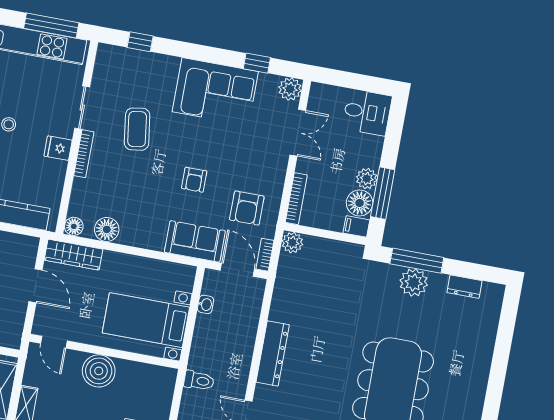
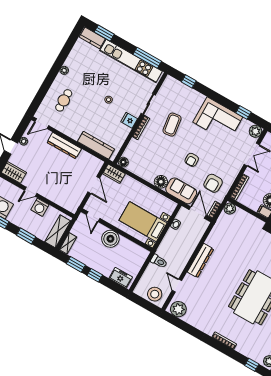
floor lamp: (107, 229) -> (161, 182), moved
wardrobe: (73, 255) -> (114, 174), width x0.67

